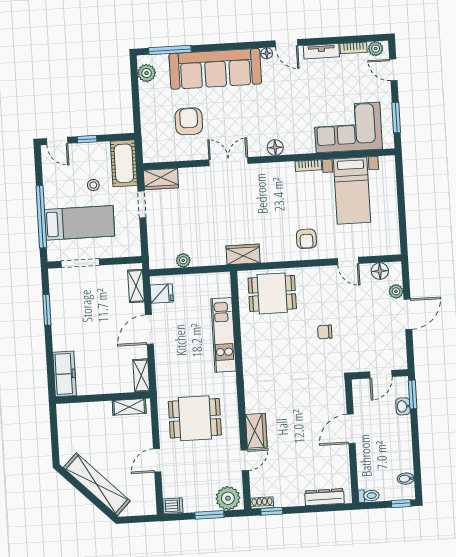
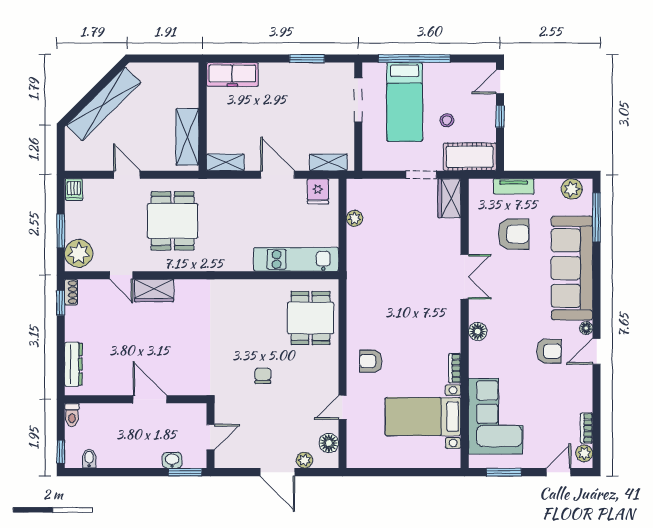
tv unit: (321, 51) -> (514, 186), moved, turned -90
armchair: (289, 85) -> (549, 351), added
wardrobe: (243, 254) -> (357, 287), removed
kitchen unit: (223, 335) -> (296, 259), moved
door: (381, 374) -> (210, 437), swing flipped
shelving: (129, 407) -> (187, 137), width x1.50, depth x1.33

